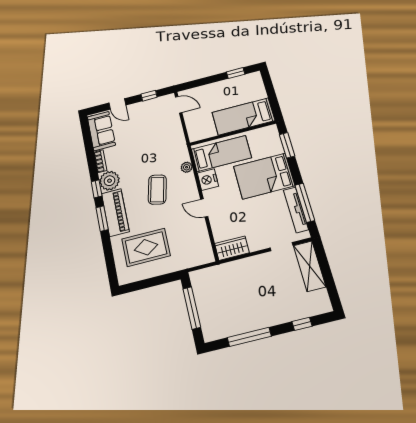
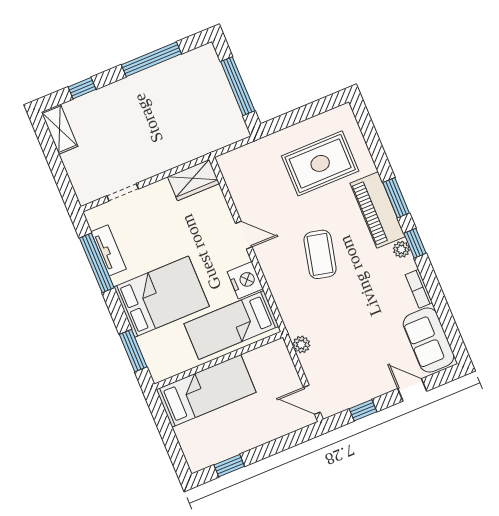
plant: (187, 167) -> (301, 345), moved
plant: (109, 181) -> (401, 249), width x0.53, depth x0.53
tv unit: (296, 210) -> (109, 250), width x0.71
shelving: (310, 266) -> (60, 129), moved, width x0.67, depth x0.75

